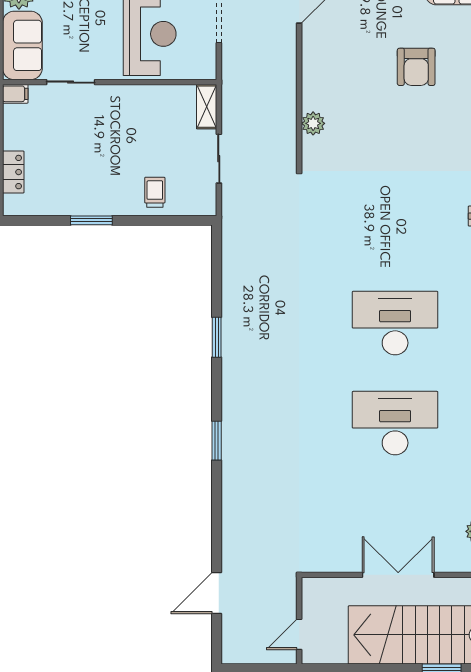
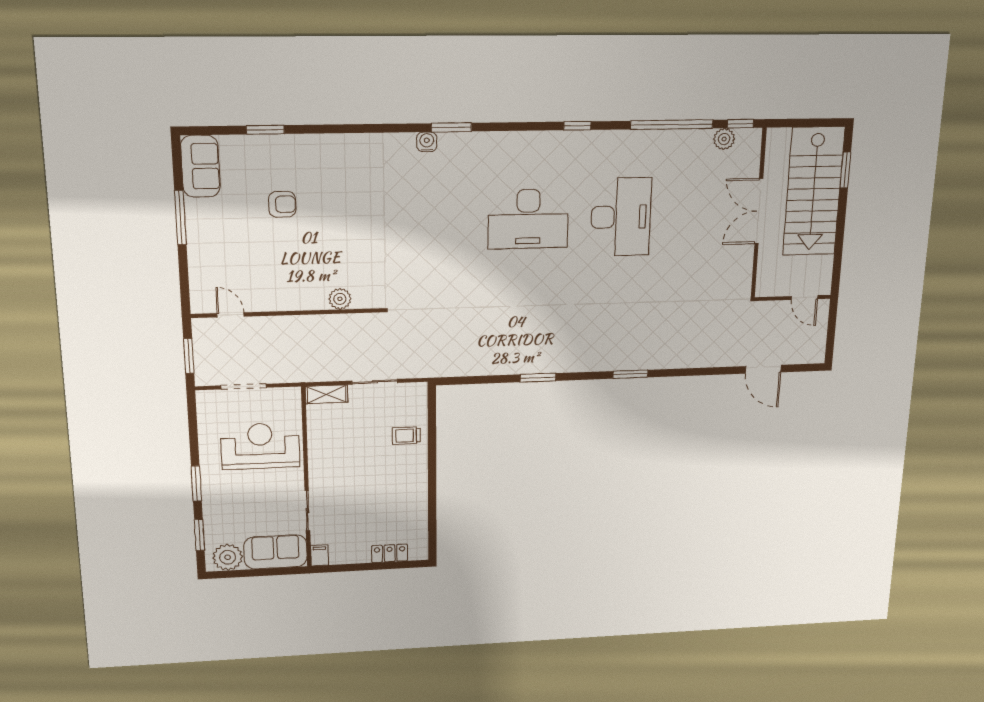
armchair: (416, 67) -> (282, 204), width x0.72, depth x0.72
window: (91, 220) -> (432, 487), removed
desk: (395, 323) -> (528, 219), turned -90
desk: (395, 423) -> (621, 217), turned 180

